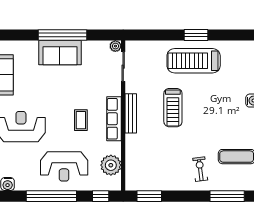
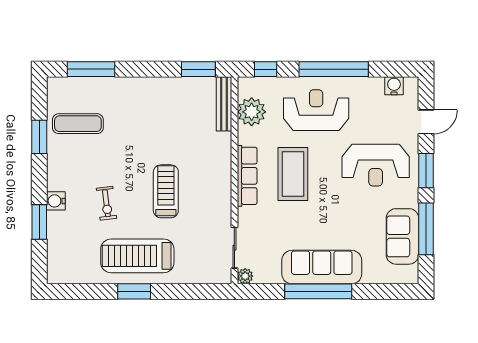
sofa: (60, 53) -> (322, 267), width x1.36
treadmill: (194, 61) -> (137, 256), turned 180
bench: (131, 113) -> (224, 104), moved
coffee table: (81, 120) -> (293, 174), width x1.86, depth x1.72
exercise bike: (200, 169) -> (106, 203), moved

